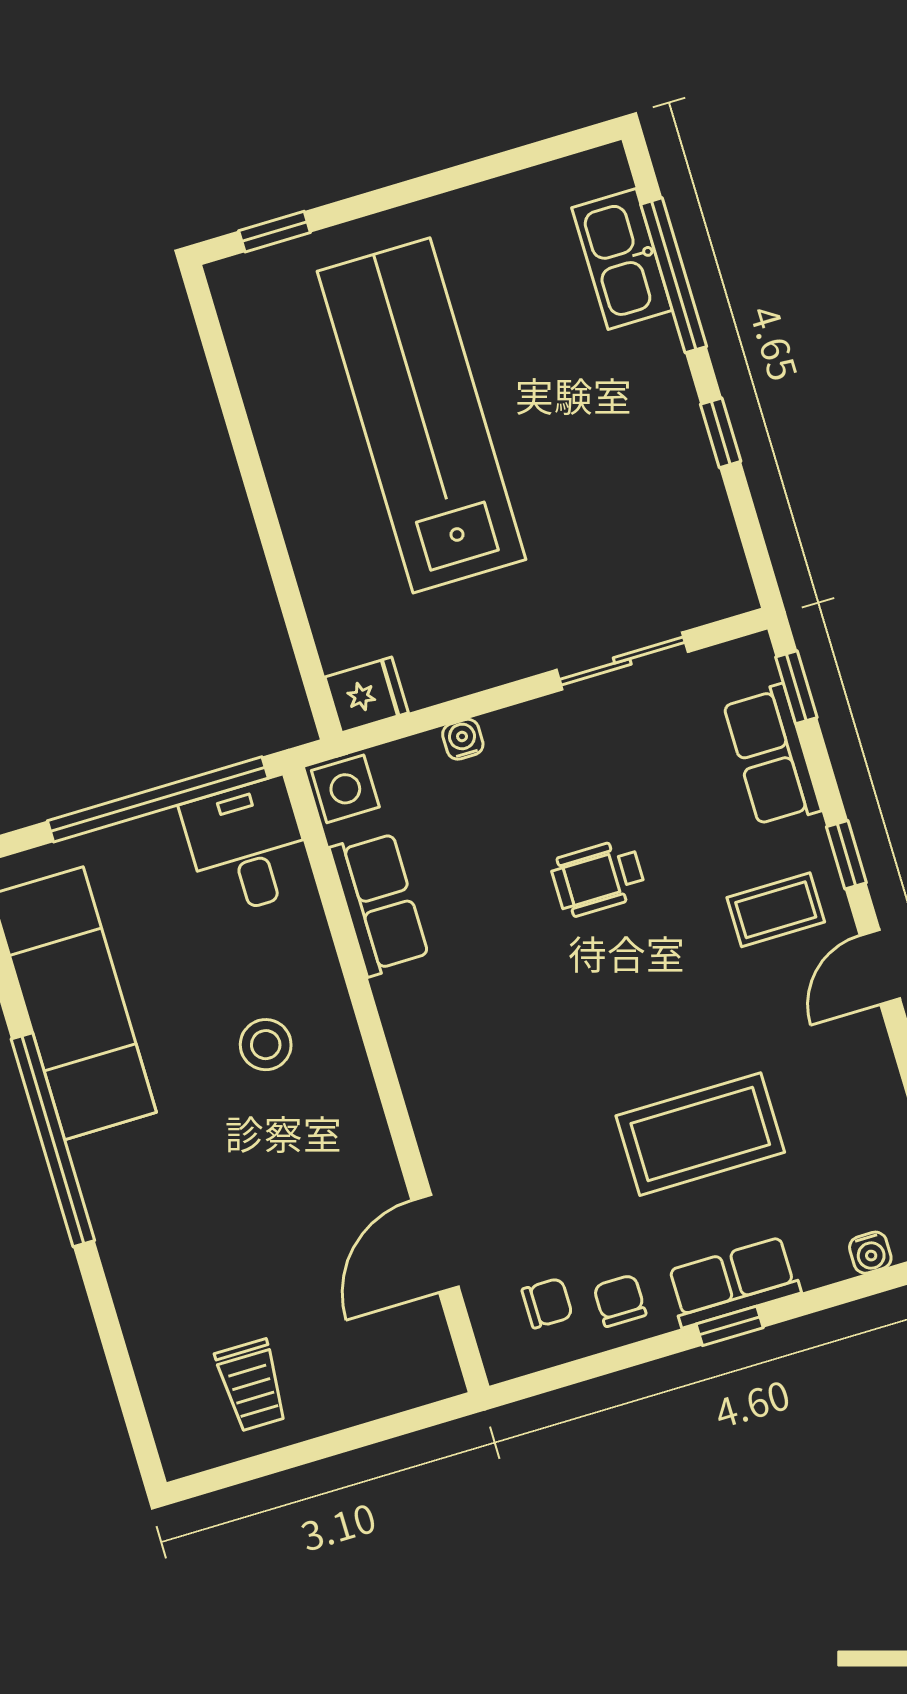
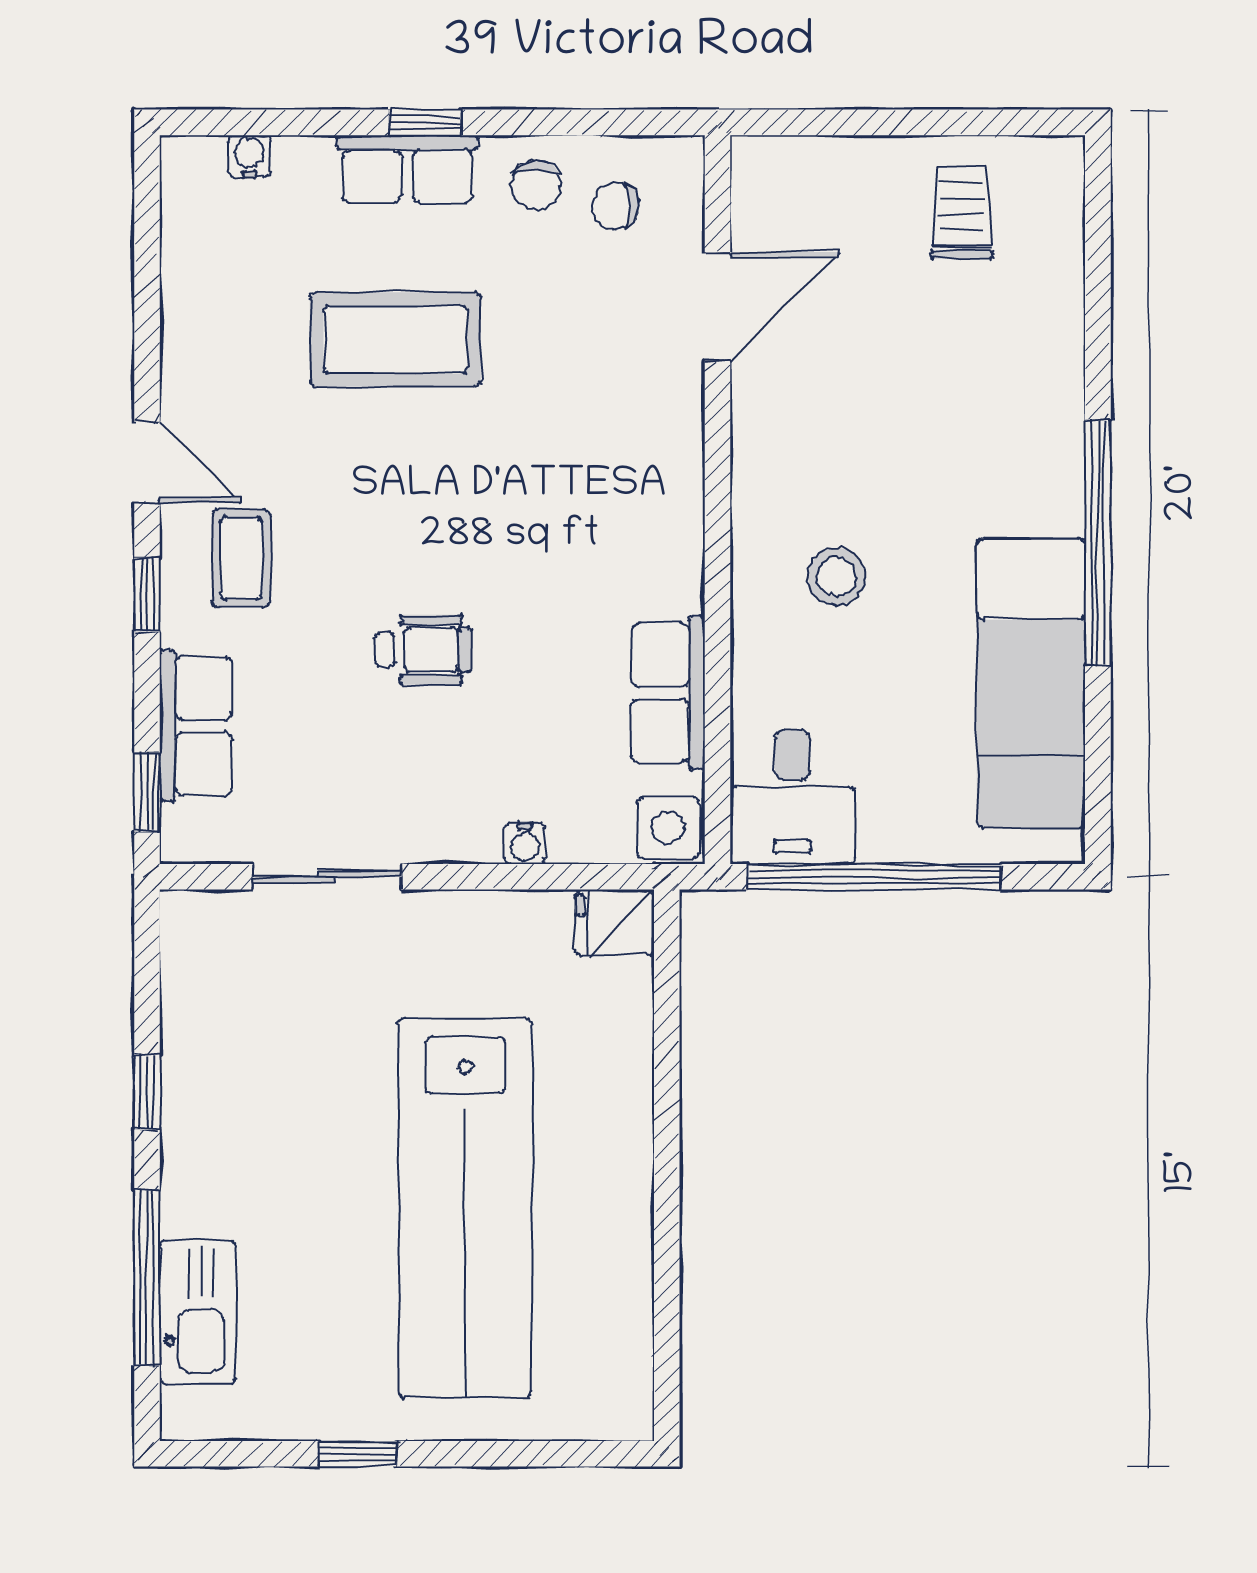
window: (275, 232) -> (358, 1454), moved
coffee table: (776, 910) -> (241, 558), turned 90
door: (880, 967) -> (147, 462), hinge flipped

